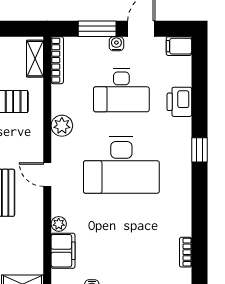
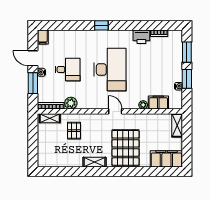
desk: (121, 90) -> (68, 69), width x0.73
printer: (179, 102) -> (141, 37), moved
plant: (62, 126) -> (71, 103), moved
door: (47, 175) -> (115, 111), swing flipped

